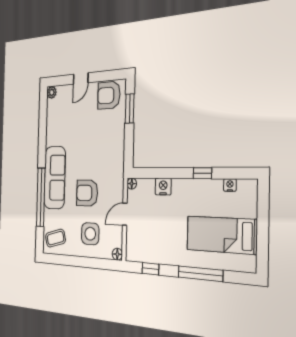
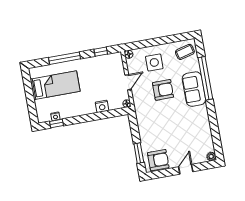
window: (202, 173) -> (57, 123), moved
sofa: (55, 178) -> (194, 89), width x0.73

